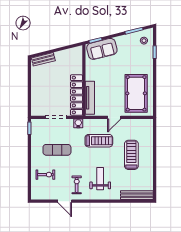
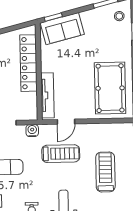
locker: (77, 95) -> (28, 63), moved
door: (114, 117) -> (66, 122), moved

